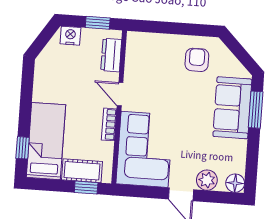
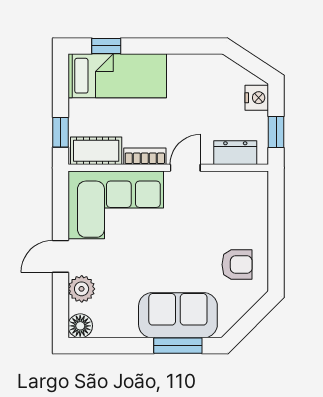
cot: (82, 171) -> (96, 151), moved, turned 90

